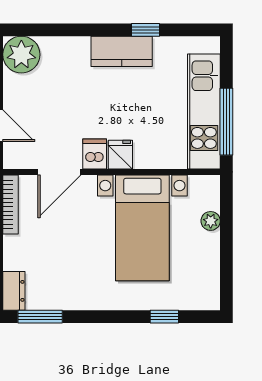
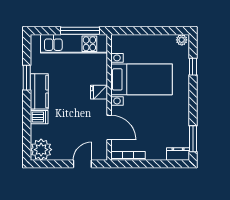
window: (146, 30) -> (27, 78), width x1.50
dishwasher: (95, 154) -> (39, 117), moved, turned 180
plant: (211, 221) -> (182, 40), moved

